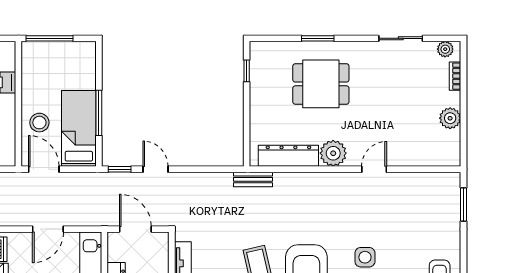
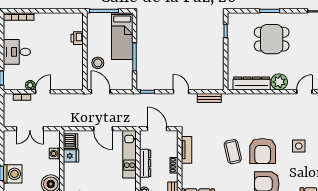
bed: (79, 128) -> (122, 36), moved, turned 180
door: (156, 169) -> (181, 92), moved
bench: (253, 179) -> (209, 98), moved
door: (48, 229) -> (103, 129), hinge flipped

